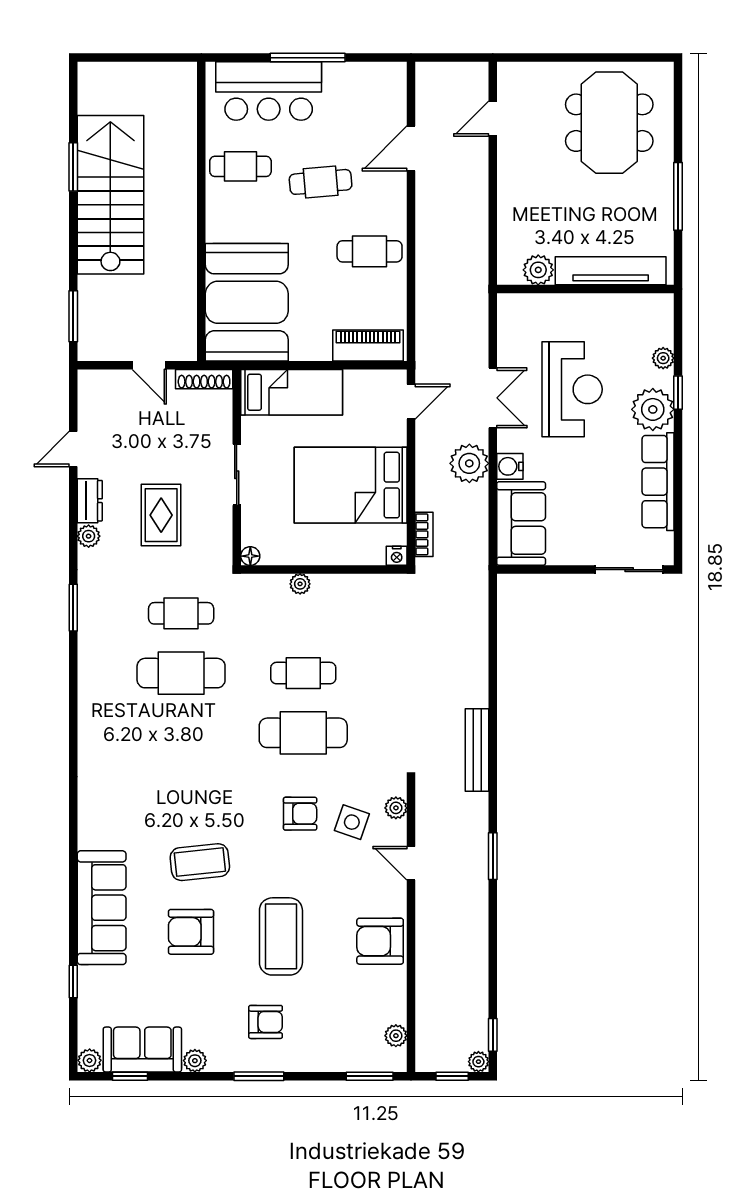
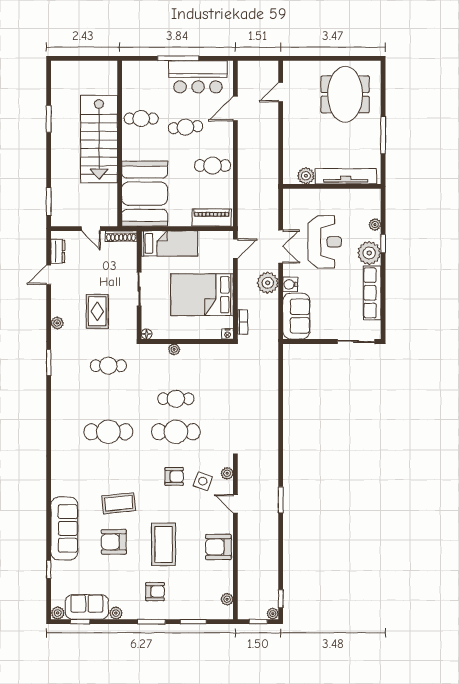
bar counter: (269, 91) -> (198, 77), moved
stairs: (110, 195) -> (99, 139), moved, turned 180
dresser: (90, 501) -> (58, 251), moved
cafe table: (181, 673) -> (108, 432), moved
bench: (477, 750) -> (272, 441), removed
window: (370, 1076) -> (193, 622), moved

